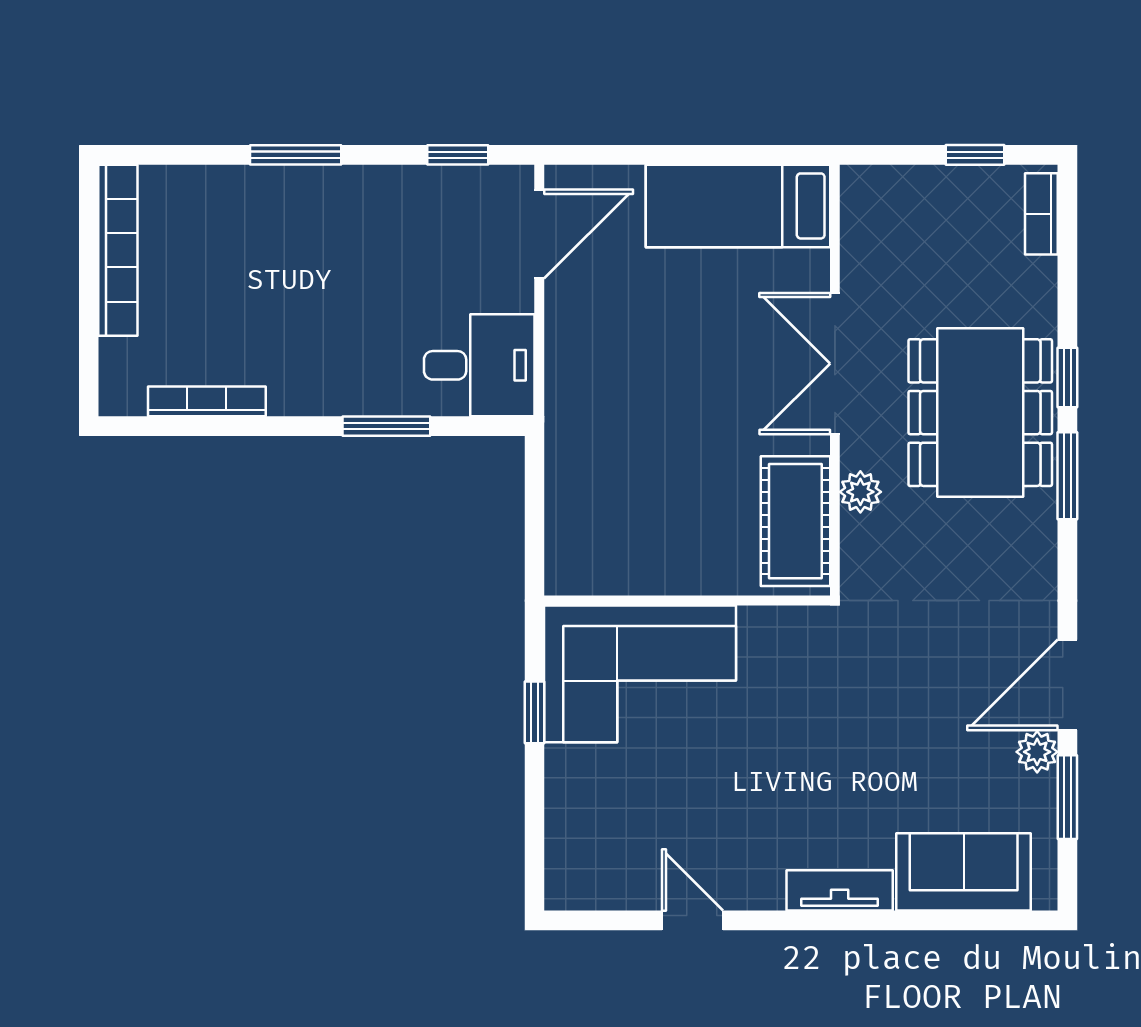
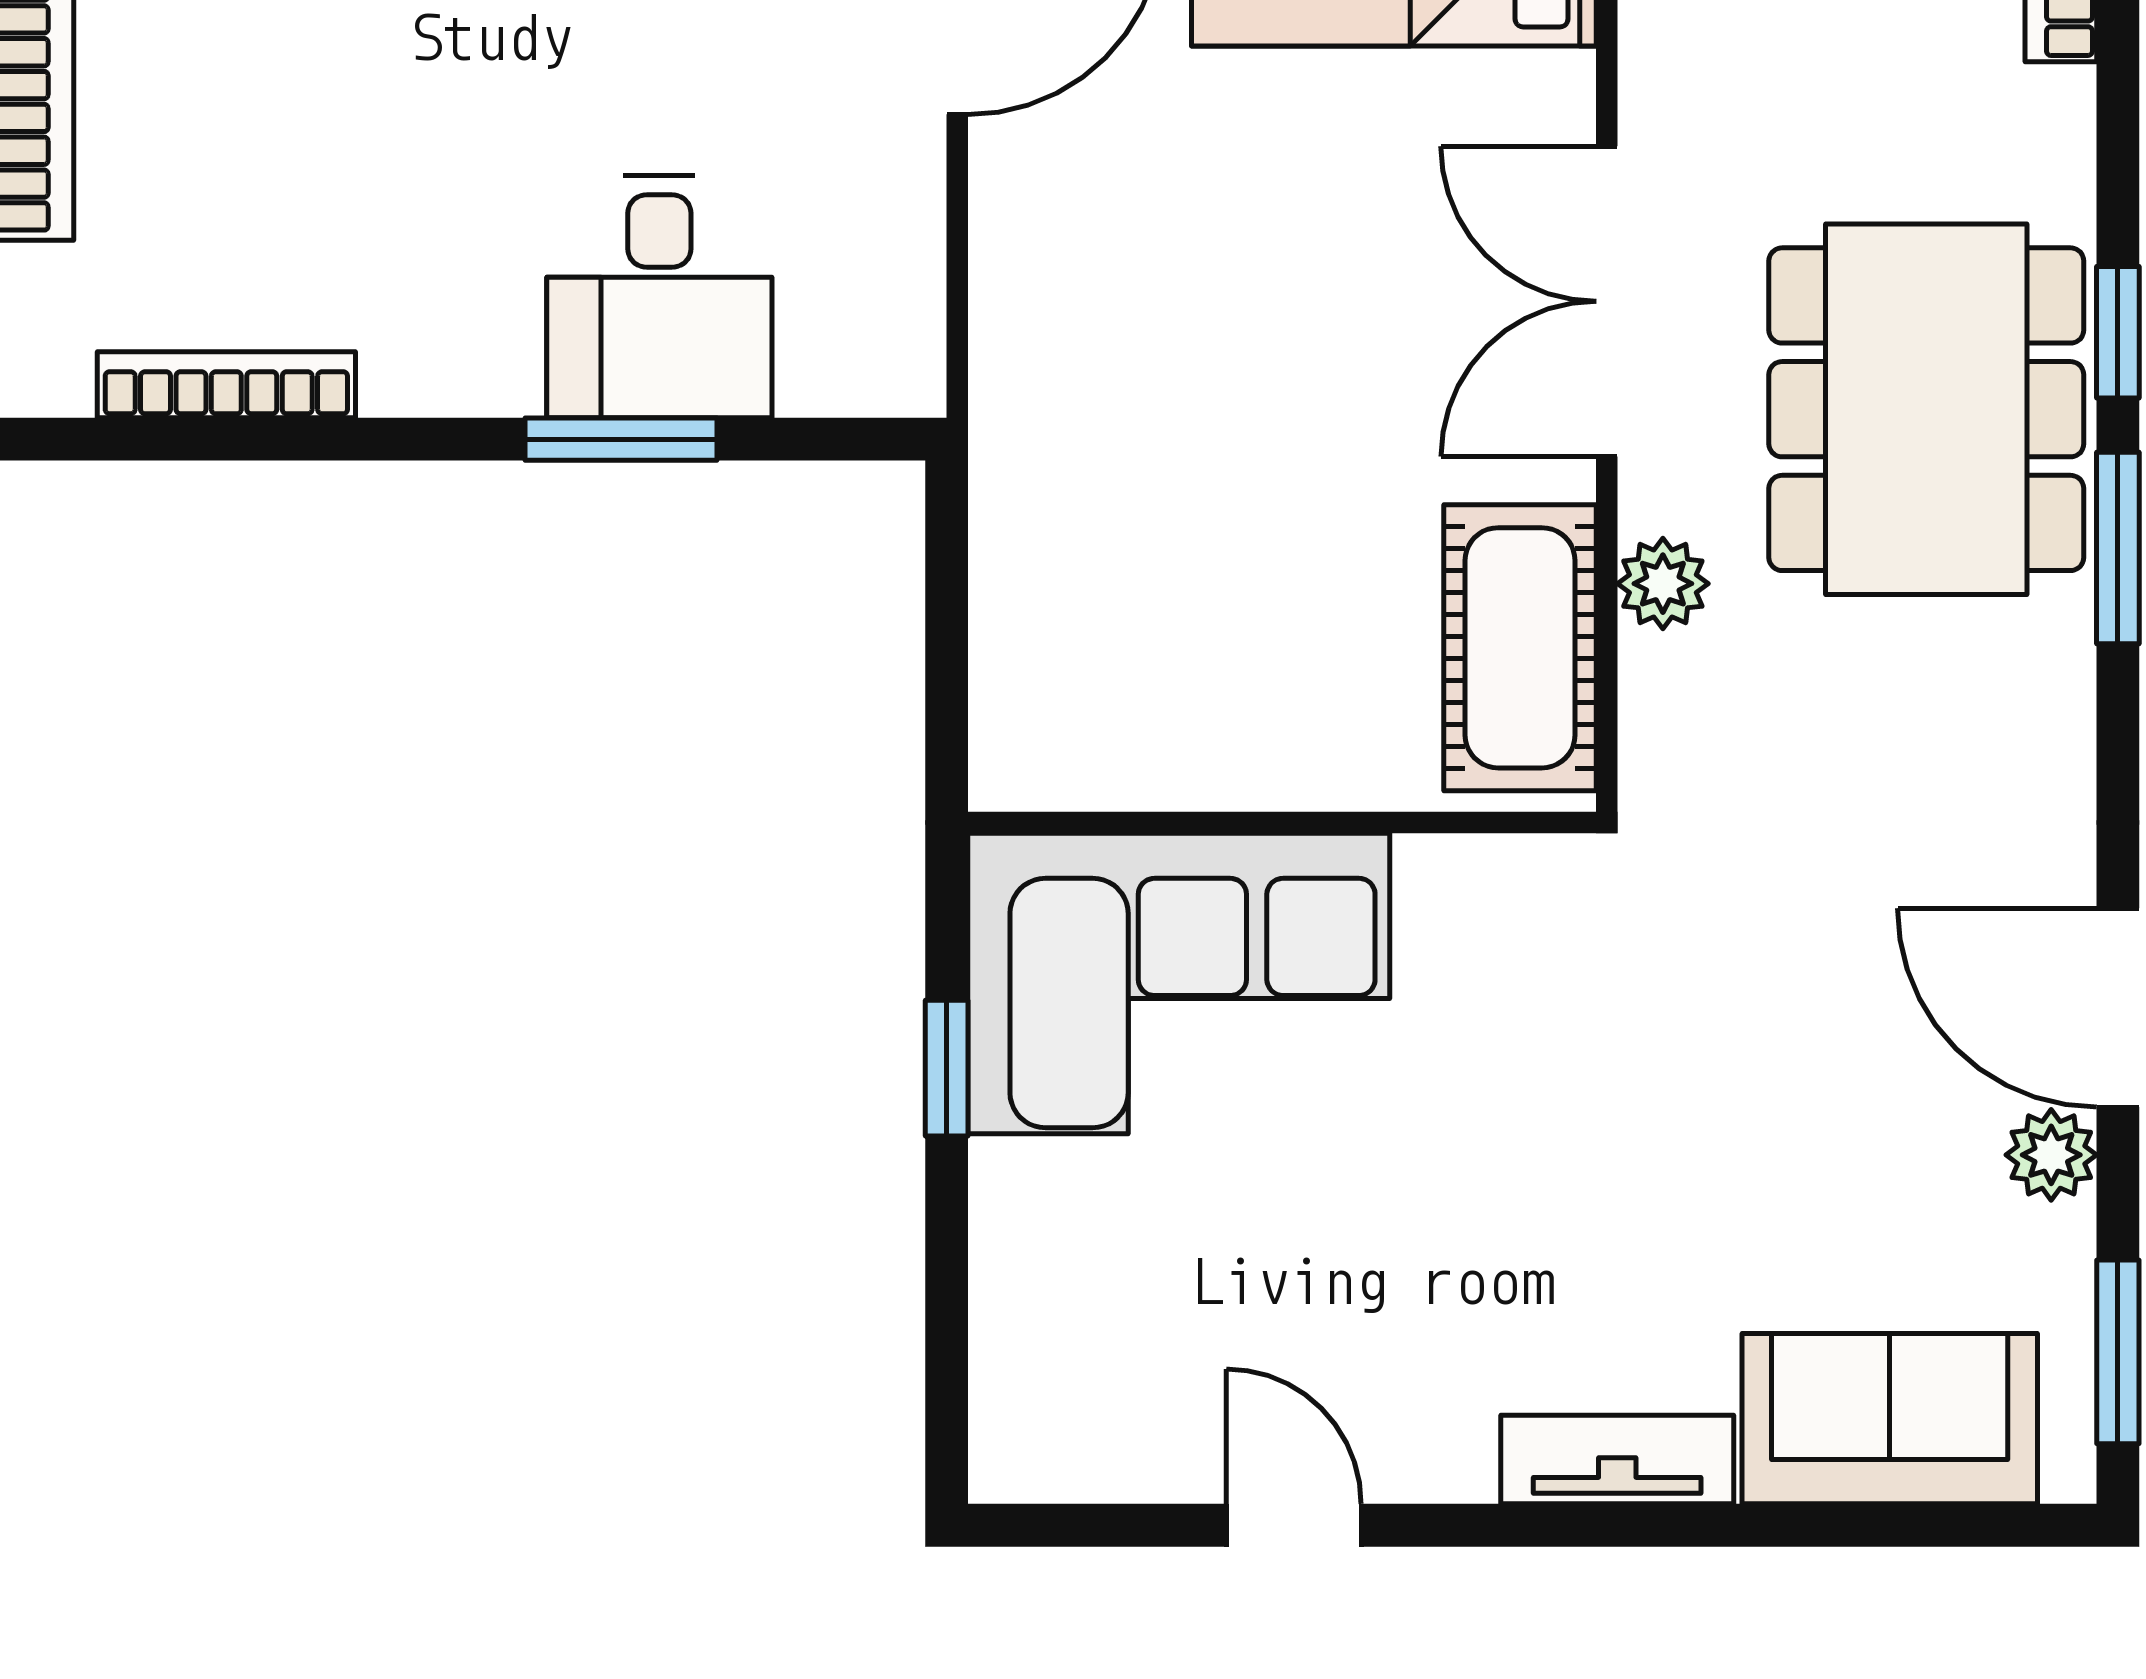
desk: (479, 365) -> (659, 296), moved, turned 90
door: (1067, 685) -> (2118, 1008), hinge flipped
window: (1067, 797) -> (2118, 1352), moved

